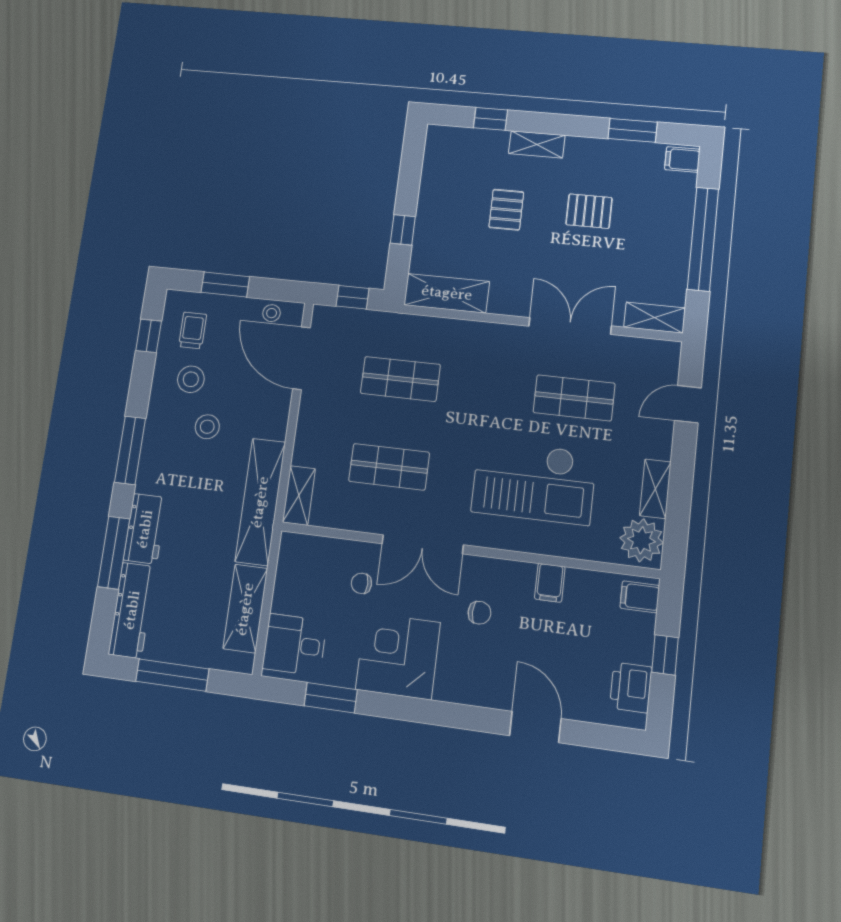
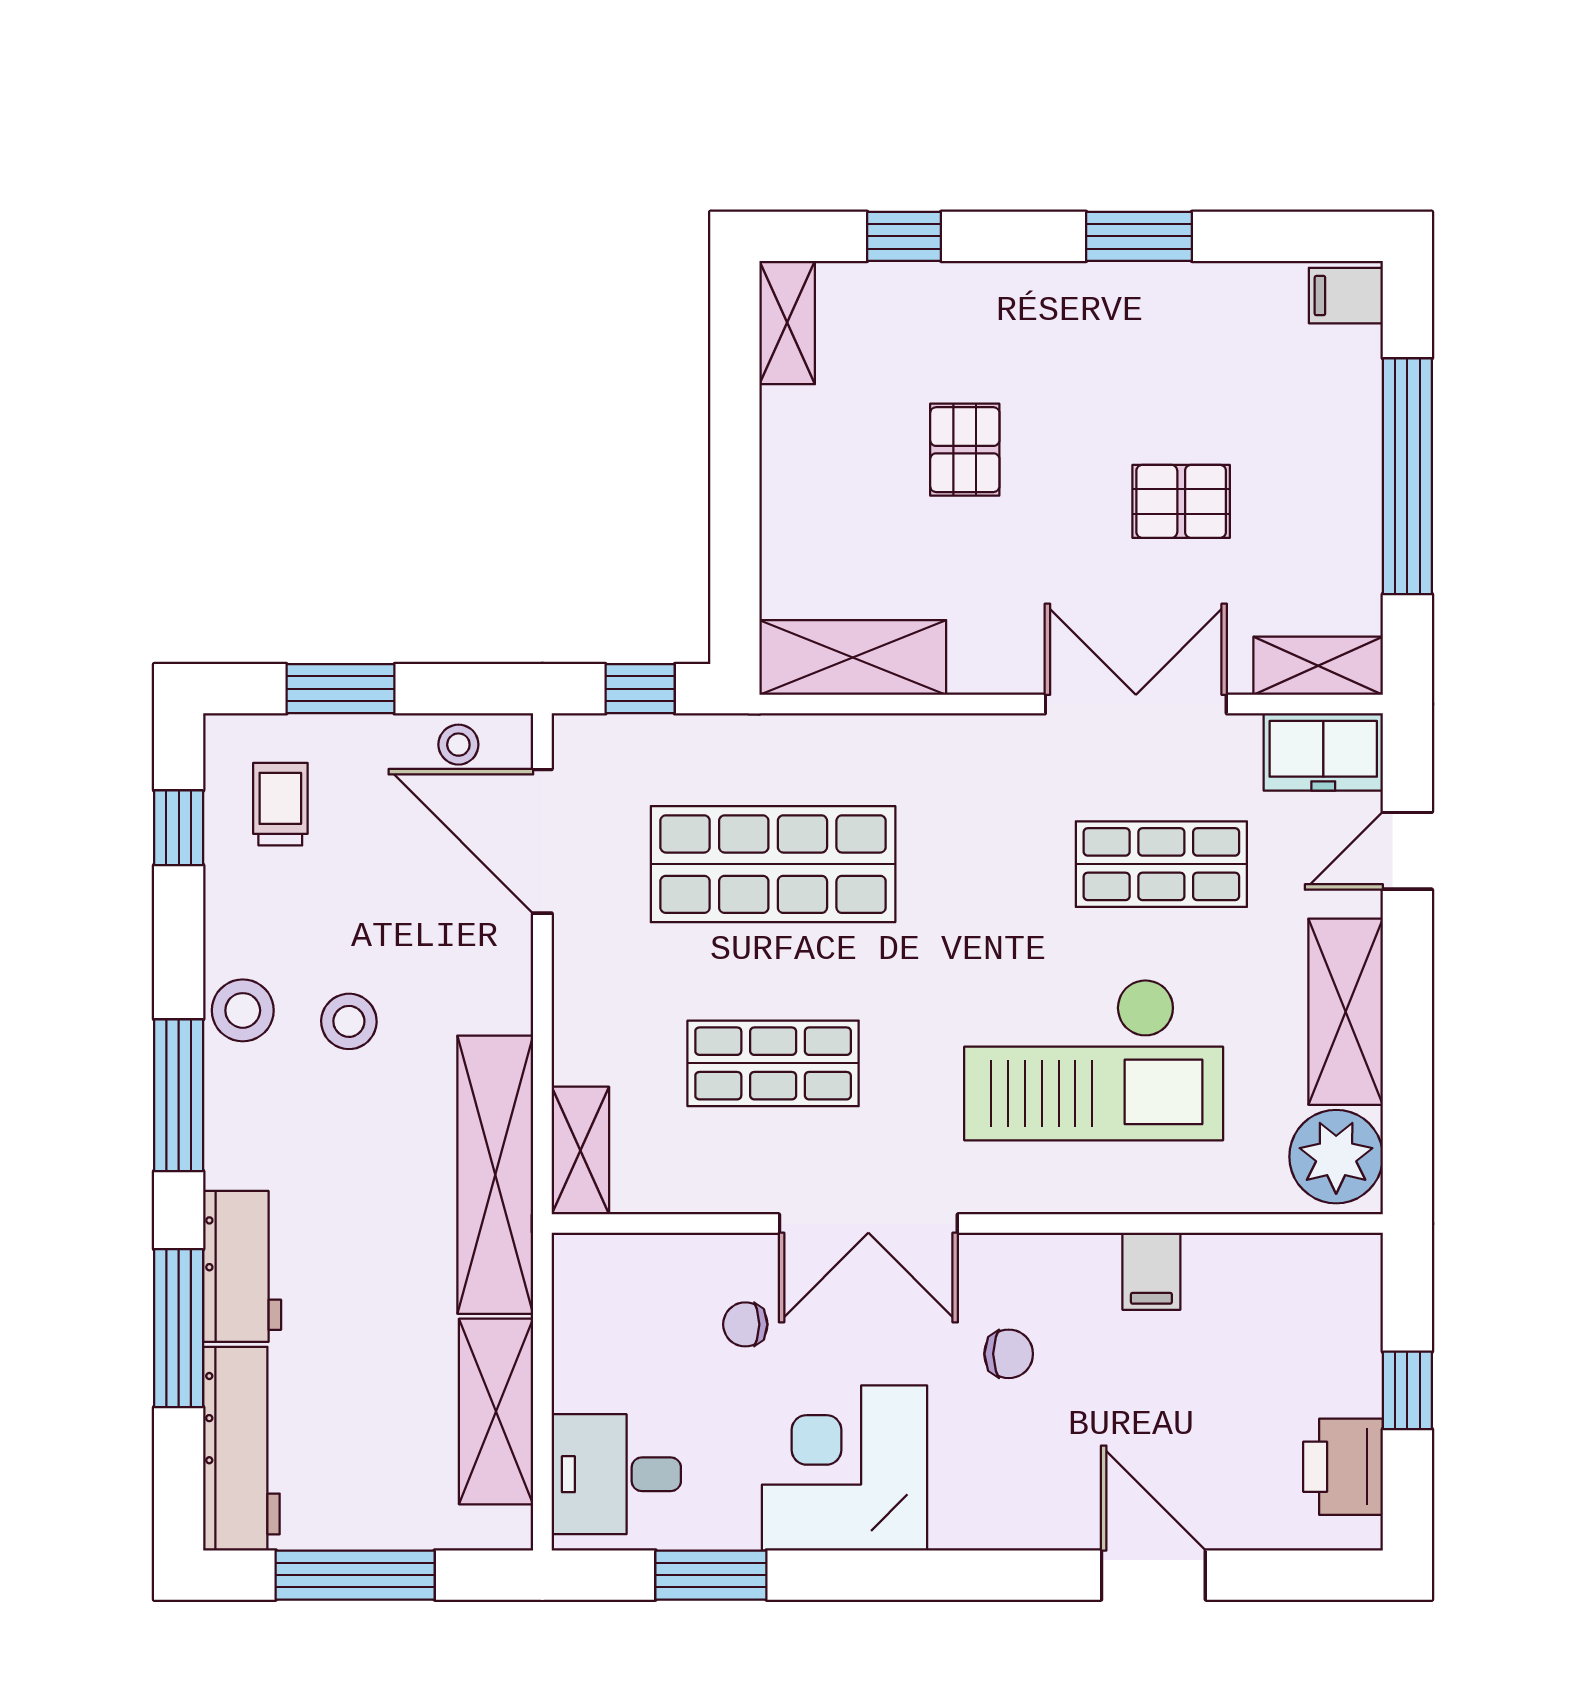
window: (633, 130) -> (1139, 236), moved
shelving: (537, 144) -> (787, 322), moved, turned 90
pallet: (589, 211) -> (1181, 501), moved
window: (403, 230) -> (735, 519), removed
freezer: (653, 356) -> (1323, 752), added
stool: (191, 379) -> (243, 1010), moved
shop shelf: (400, 379) -> (773, 864), width x1.43, depth x1.36
shelving: (655, 489) -> (1346, 1012), width x1.50, depth x1.33
filing cabinet: (640, 597) -> (1344, 1277), removed

